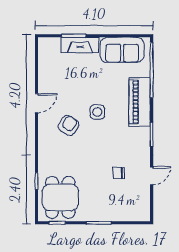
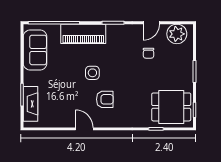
fireplace: (80, 45) -> (31, 104), moved
armchair: (69, 125) -> (105, 99), turned 147
door: (152, 176) -> (151, 23), swing flipped
plant: (139, 203) -> (177, 34), added

